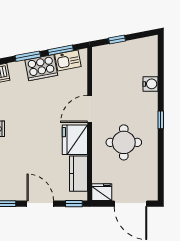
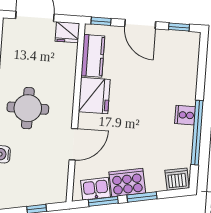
door: (90, 109) -> (73, 144), moved
round table: (124, 142) -> (28, 108), moved

